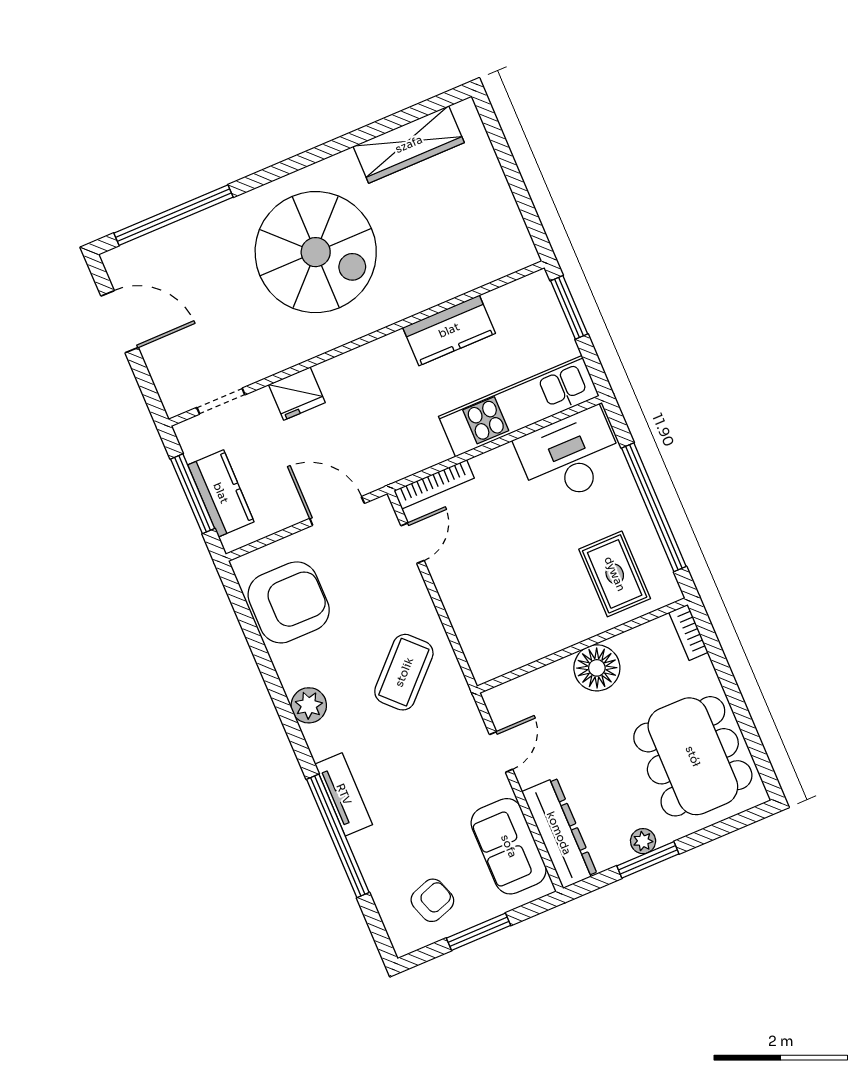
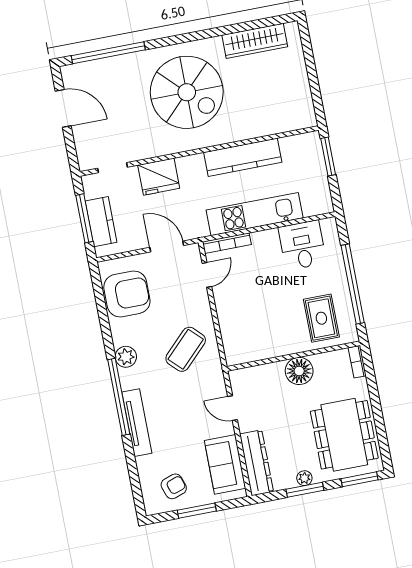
kitchen counter: (449, 330) -> (243, 157), width x1.50
fridge: (297, 394) -> (159, 177), width x1.36, depth x1.34
kitchen unit: (519, 406) -> (255, 214), moved
desk: (570, 456) -> (302, 245), width x0.73
door: (501, 752) -> (233, 408), swing flipped
tv unit: (344, 794) -> (137, 423), width x1.41
window: (733, 824) -> (359, 479), added
window: (338, 836) -> (119, 397), moved

